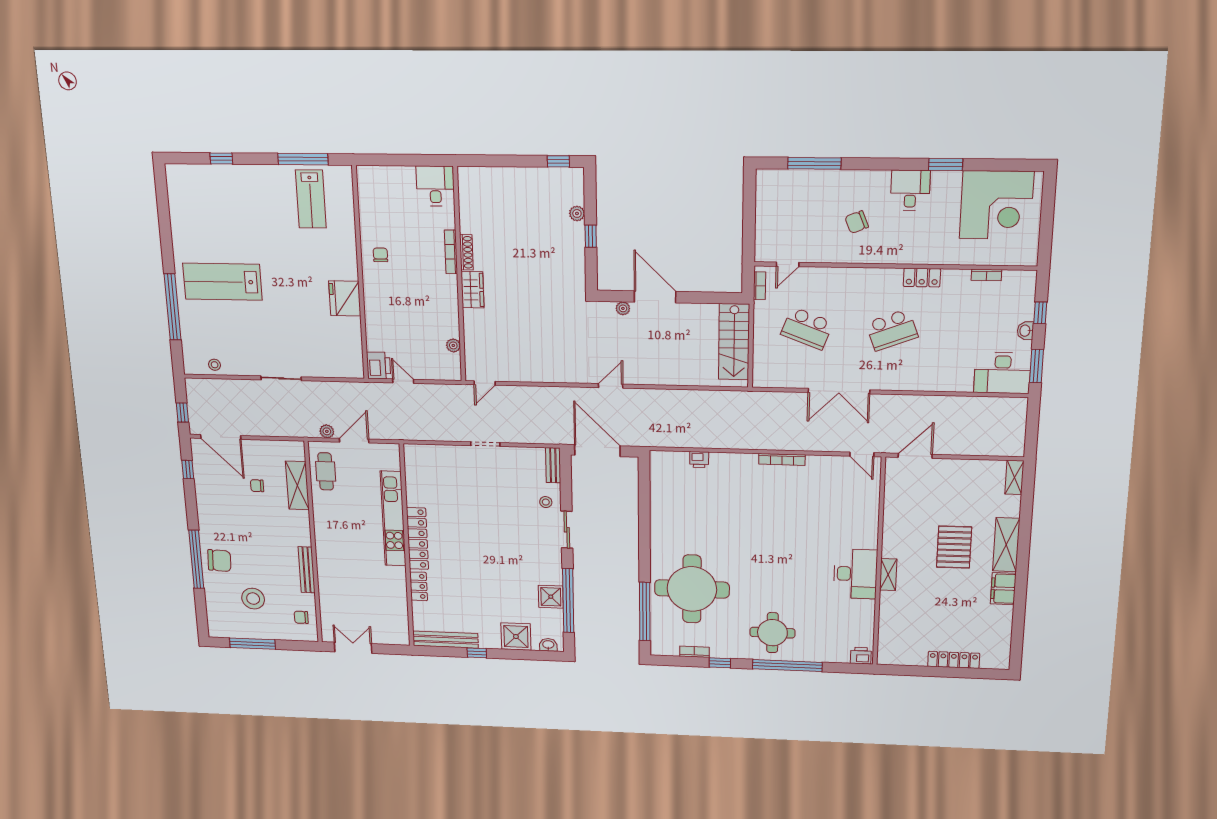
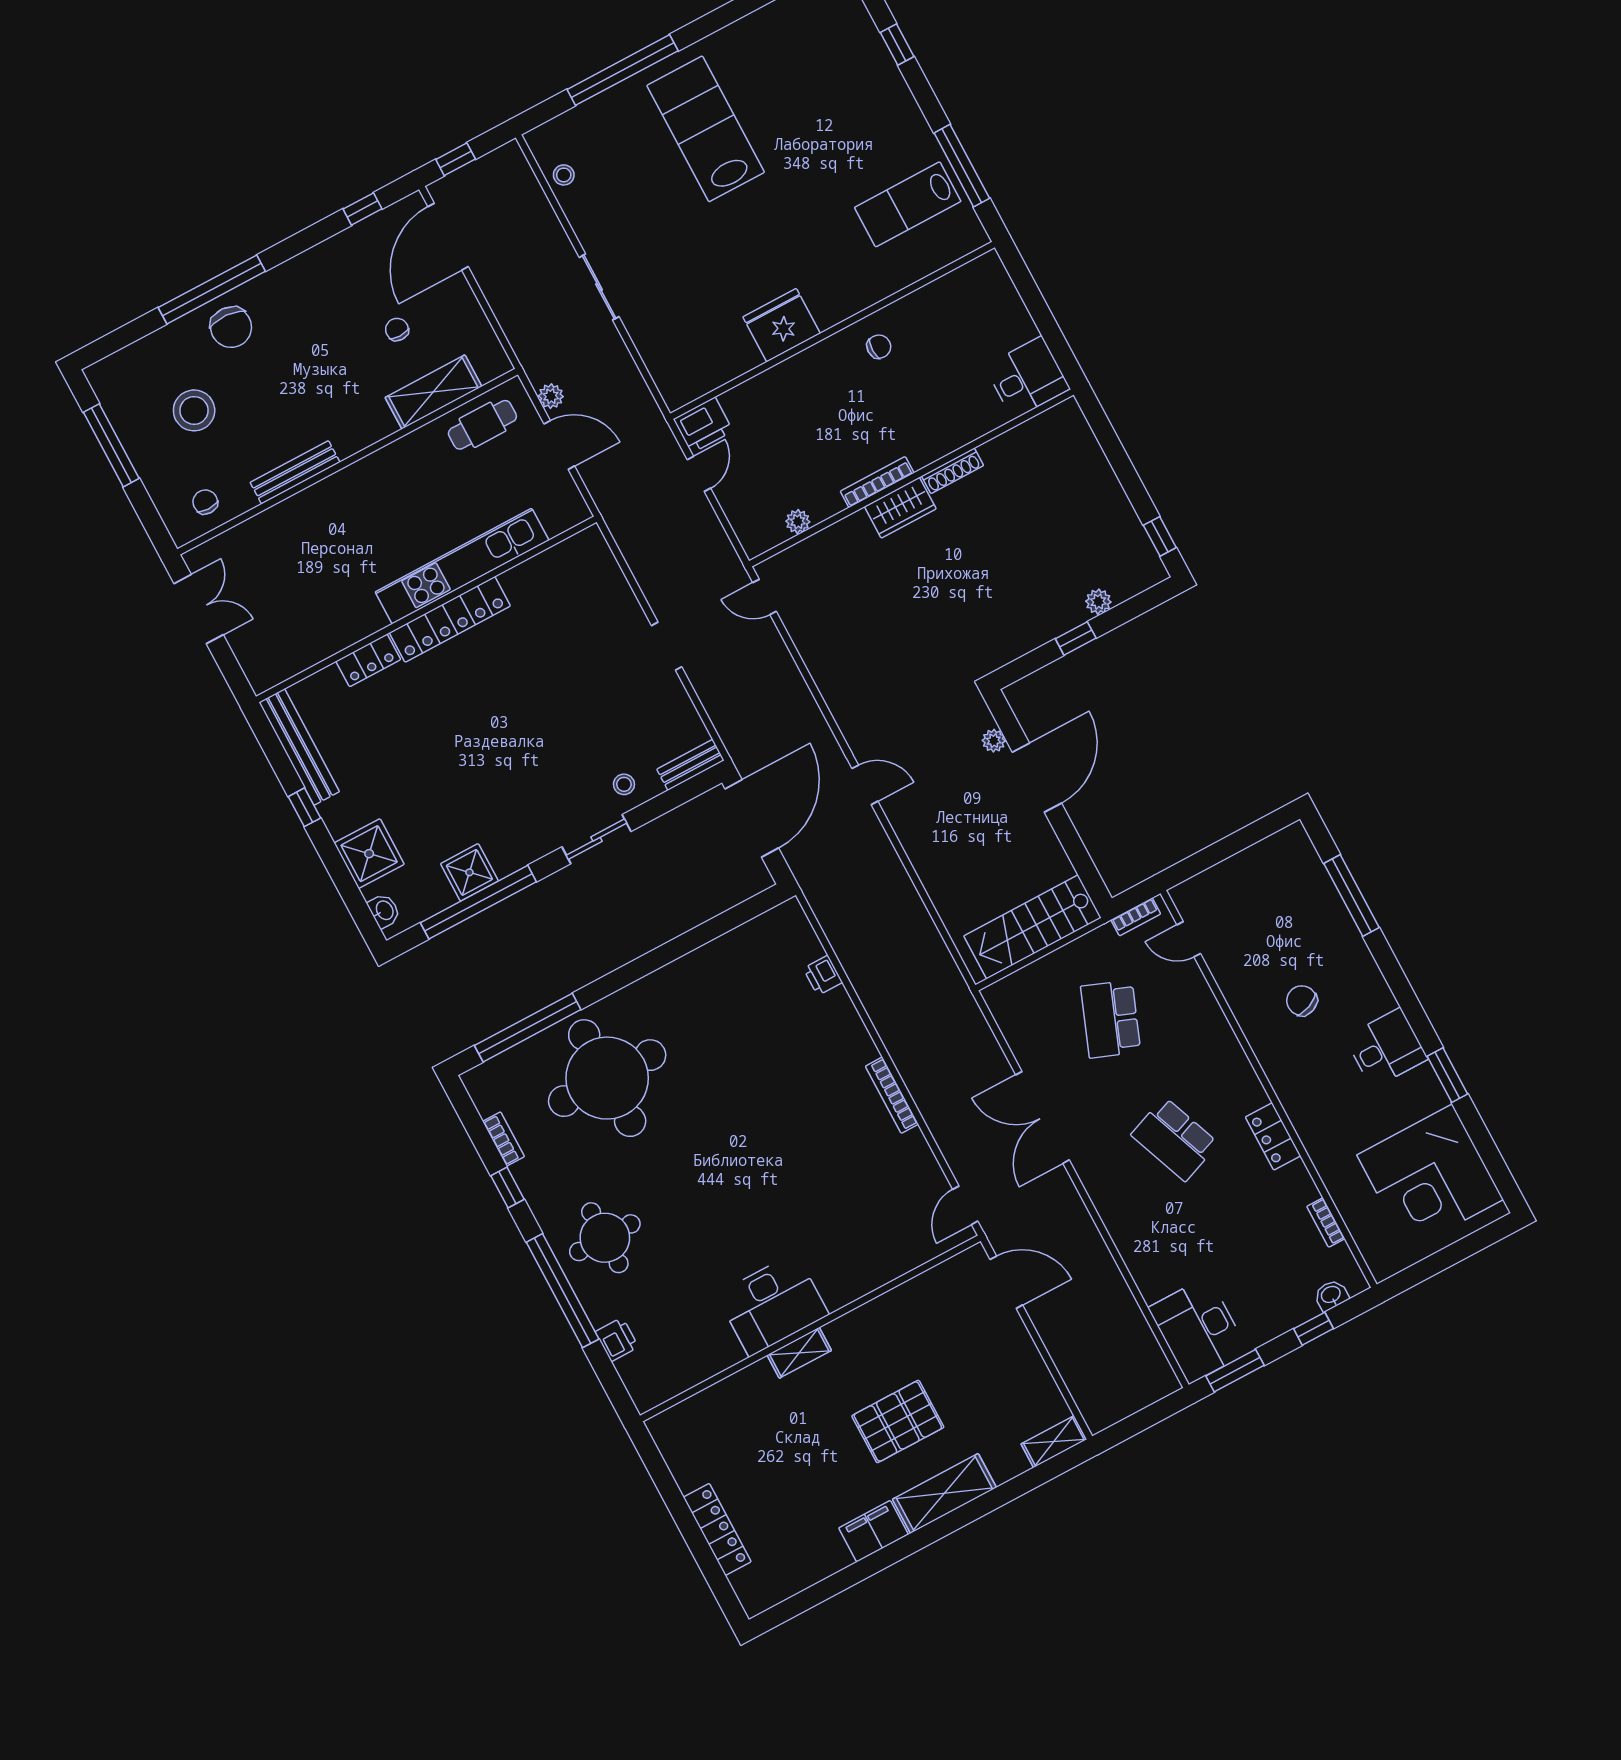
bookcase: (451, 252) -> (877, 482), moved
washbasin: (1025, 331) -> (1331, 1295), moved
printer: (861, 656) -> (617, 1339), moved

